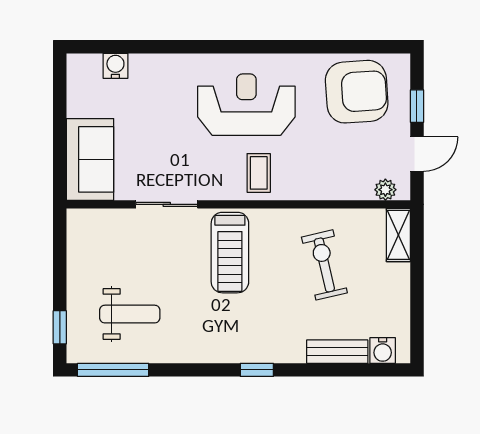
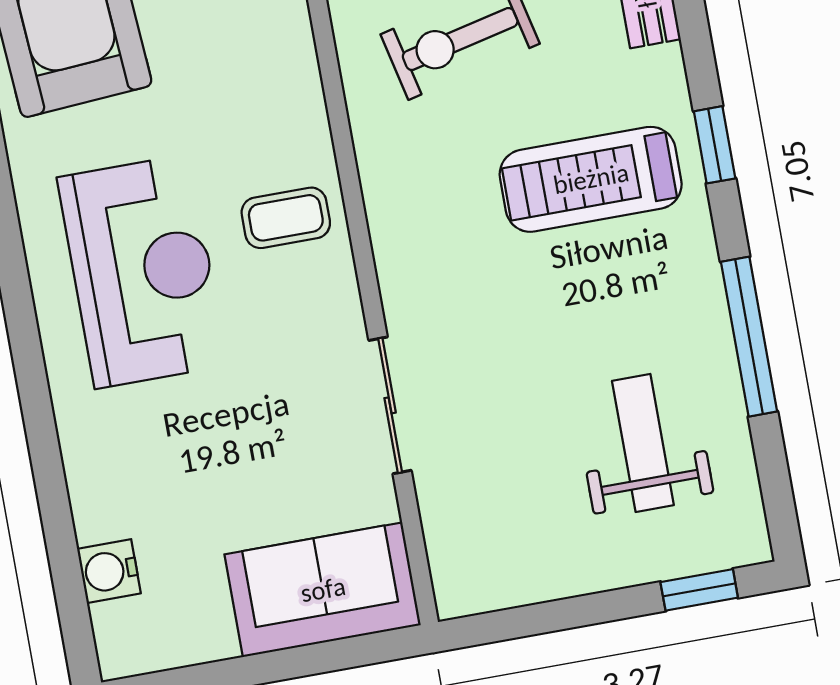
reception desk: (246, 105) -> (142, 271), turned 180
treadmill: (230, 253) -> (591, 179), moved, turned 180
window: (113, 370) -> (749, 337), moved

